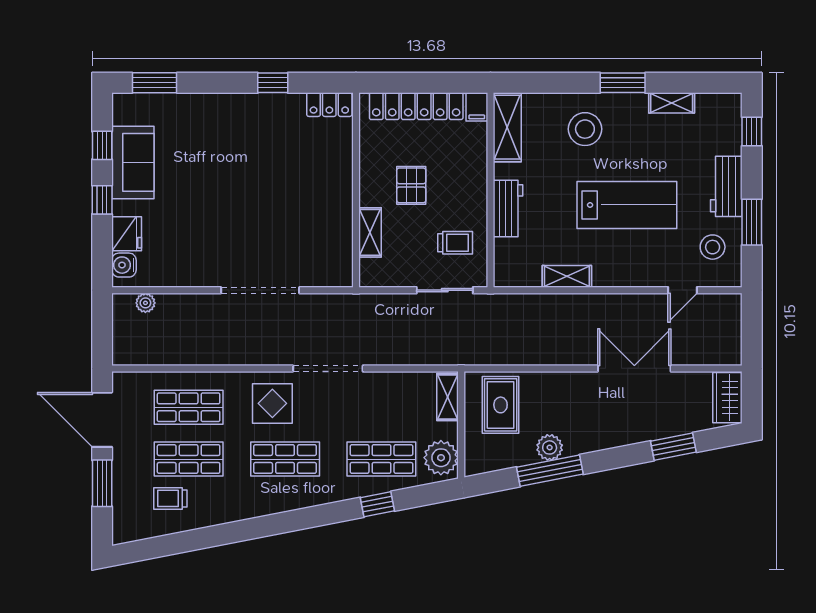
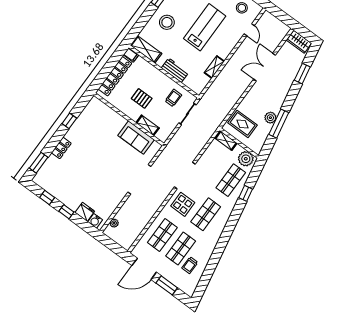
locker: (329, 105) -> (61, 148), moved
sofa: (133, 162) -> (136, 138), moved, turned 180

